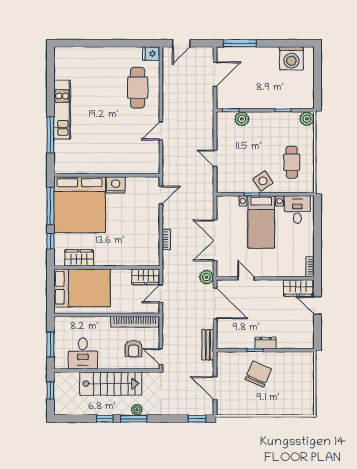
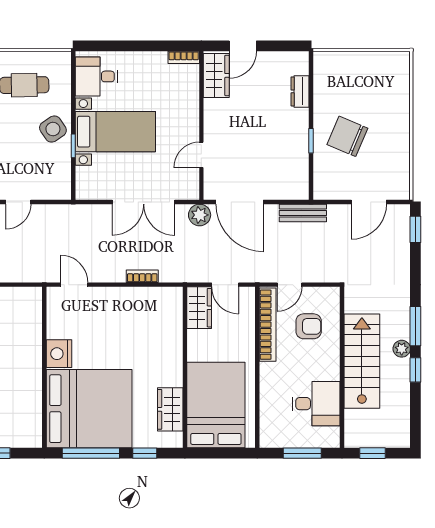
door: (215, 303) -> (240, 202), swing flipped
dresser: (266, 343) -> (300, 91), moved
door: (161, 357) -> (290, 285), moved
plant: (137, 410) -> (402, 349), moved

